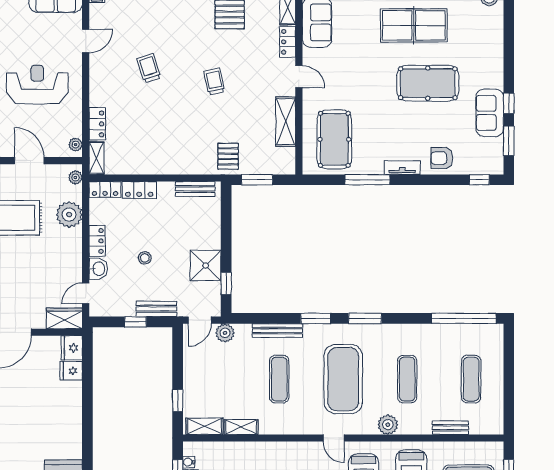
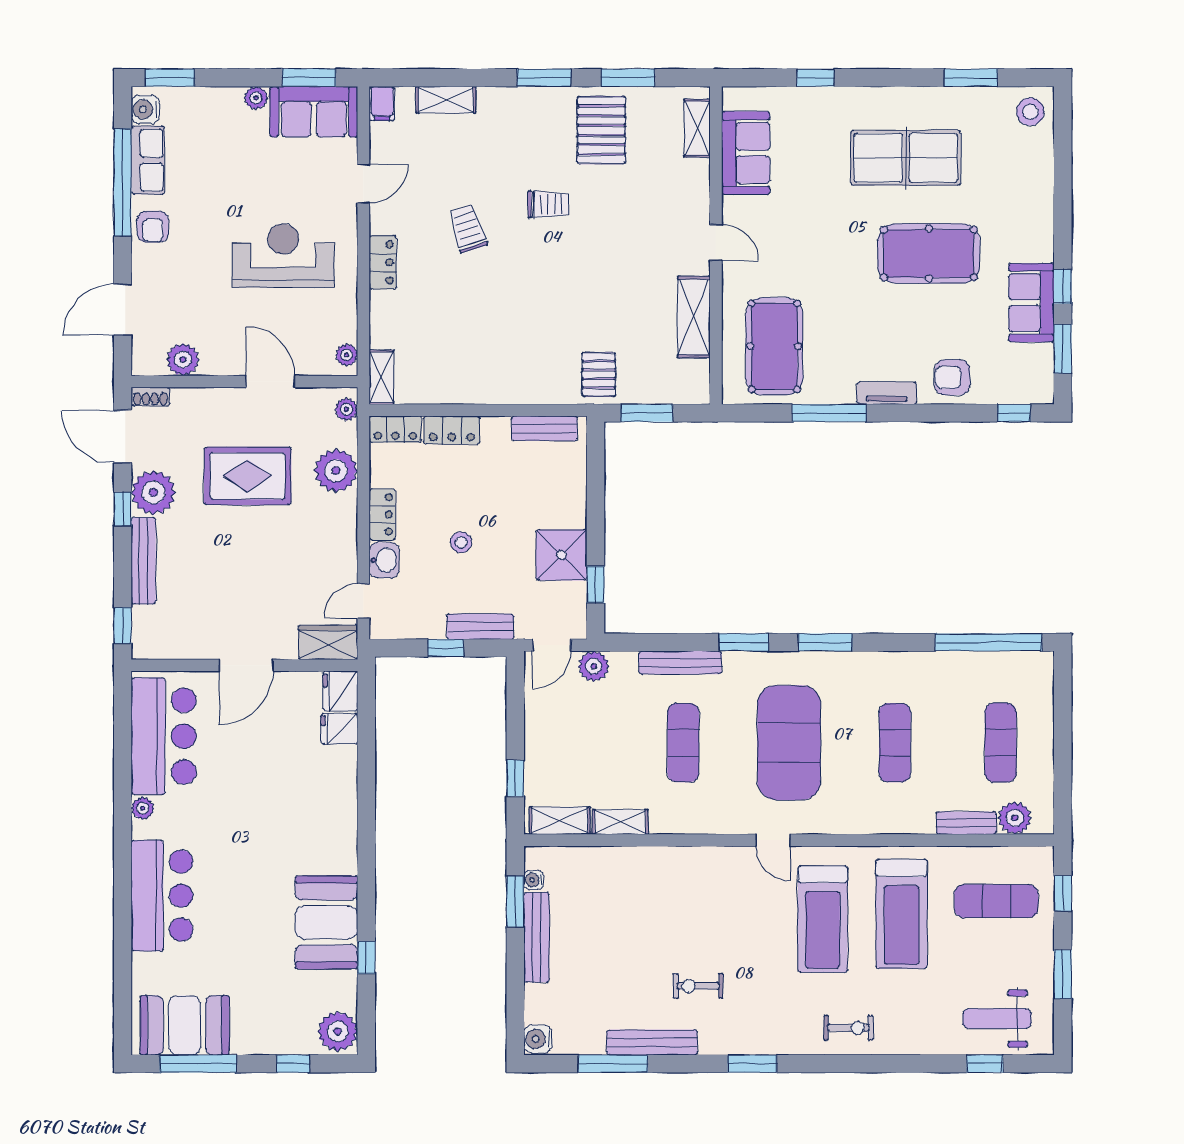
locker: (288, 42) -> (697, 185), removed
trolley: (214, 82) -> (548, 204), moved, turned 102
locker: (97, 124) -> (383, 262), moved
plant: (388, 425) -> (1015, 818), moved

